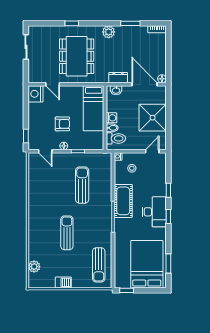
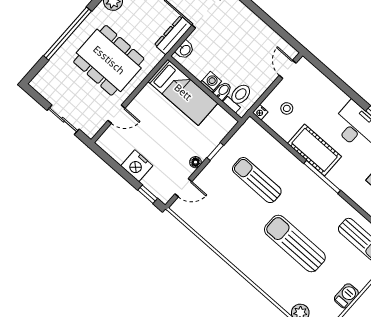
window: (72, 23) -> (67, 34), width x3.17
sliding door: (26, 47) -> (63, 120), moved
dresser: (118, 78) -> (173, 35), width x1.44
nightstand: (36, 94) -> (137, 166), moved
shower: (153, 118) -> (251, 36), removed
armchair: (62, 124) -> (170, 142), removed
window: (168, 190) -> (347, 90), removed
sun lounger: (67, 233) -> (295, 244), width x1.36, depth x1.34

